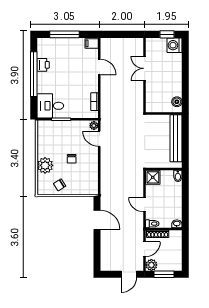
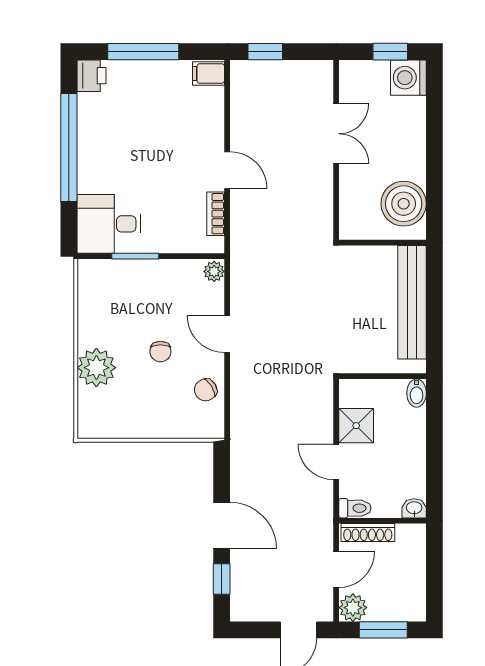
window: (115, 34) -> (265, 52), added
printer: (43, 65) -> (91, 76), moved
door: (99, 67) -> (227, 170), moved
double door: (145, 68) -> (336, 134), swing flipped
boiler: (177, 102) -> (404, 204), width x1.86, depth x1.86
door: (99, 139) -> (227, 334), moved
shower: (153, 177) -> (356, 426), moved
chair: (60, 185) -> (206, 390), moved
door: (97, 220) -> (222, 525), moved
window: (97, 253) -> (222, 579), added

